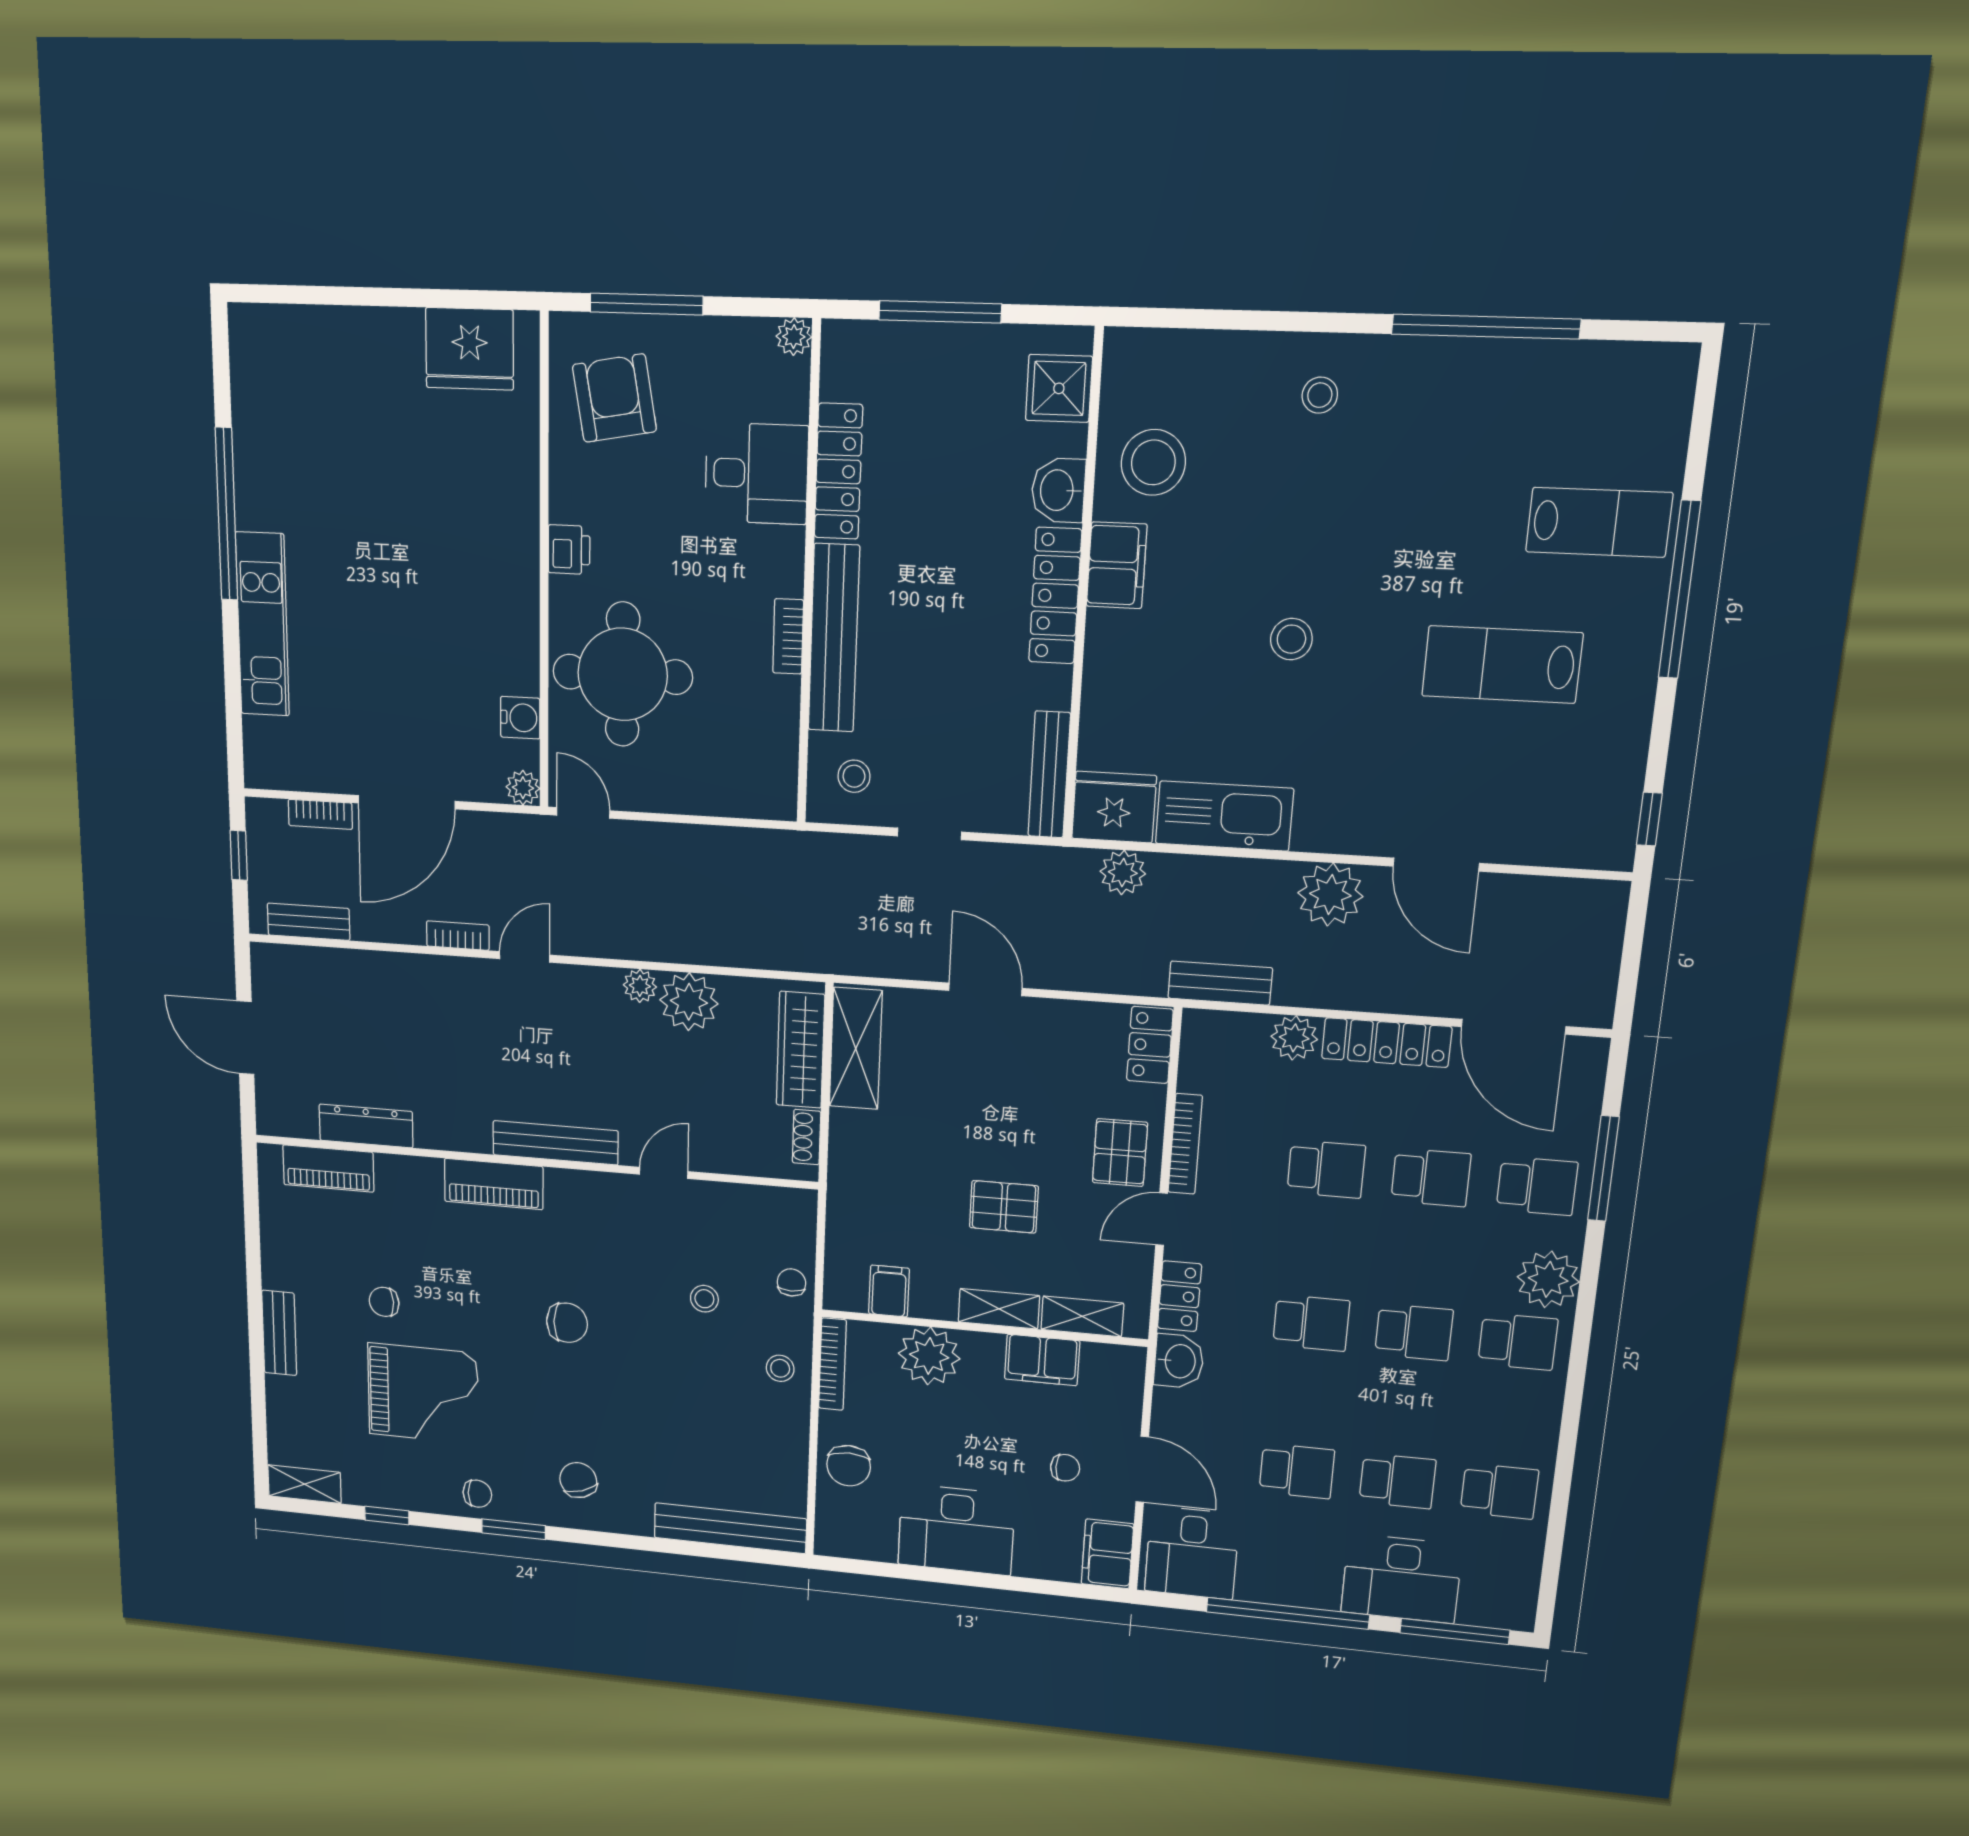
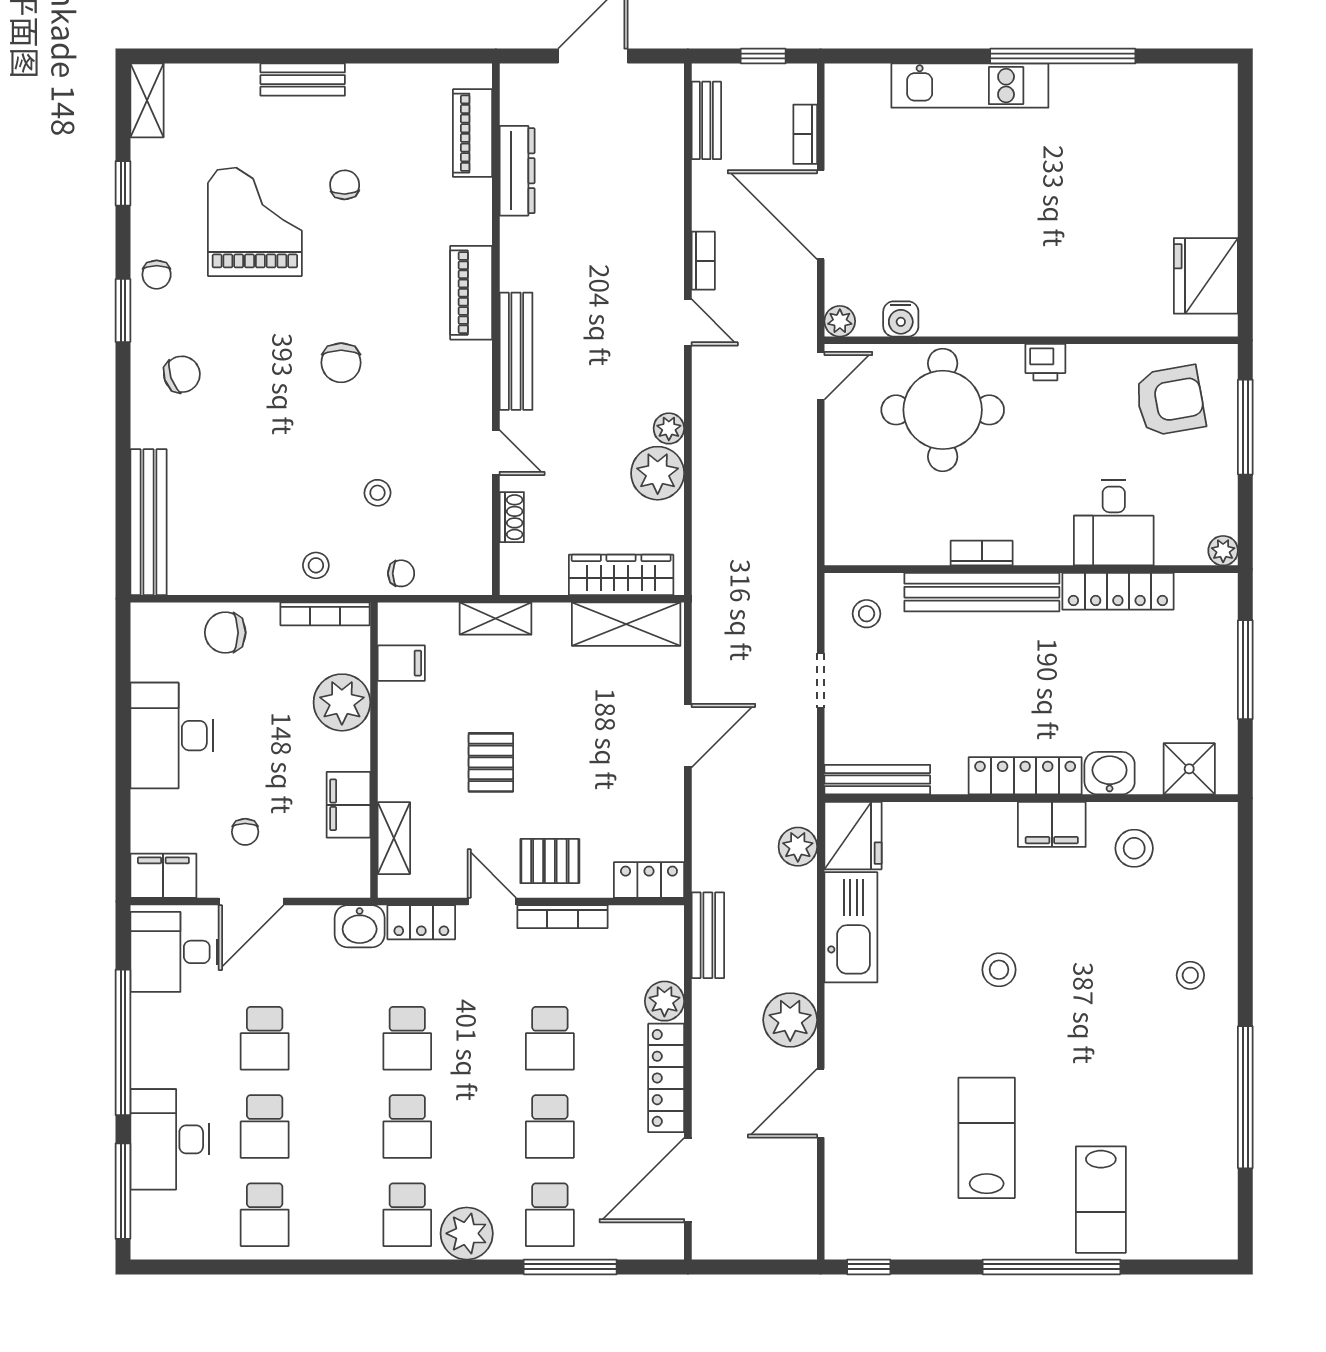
stool: (1153, 462) -> (1134, 848), width x0.73, depth x0.73
shoe rack: (807, 1137) -> (512, 517), moved, turned 90
shelving: (999, 1309) -> (496, 619), moved, turned 90
grand piano: (423, 1394) -> (255, 222), turned 180

